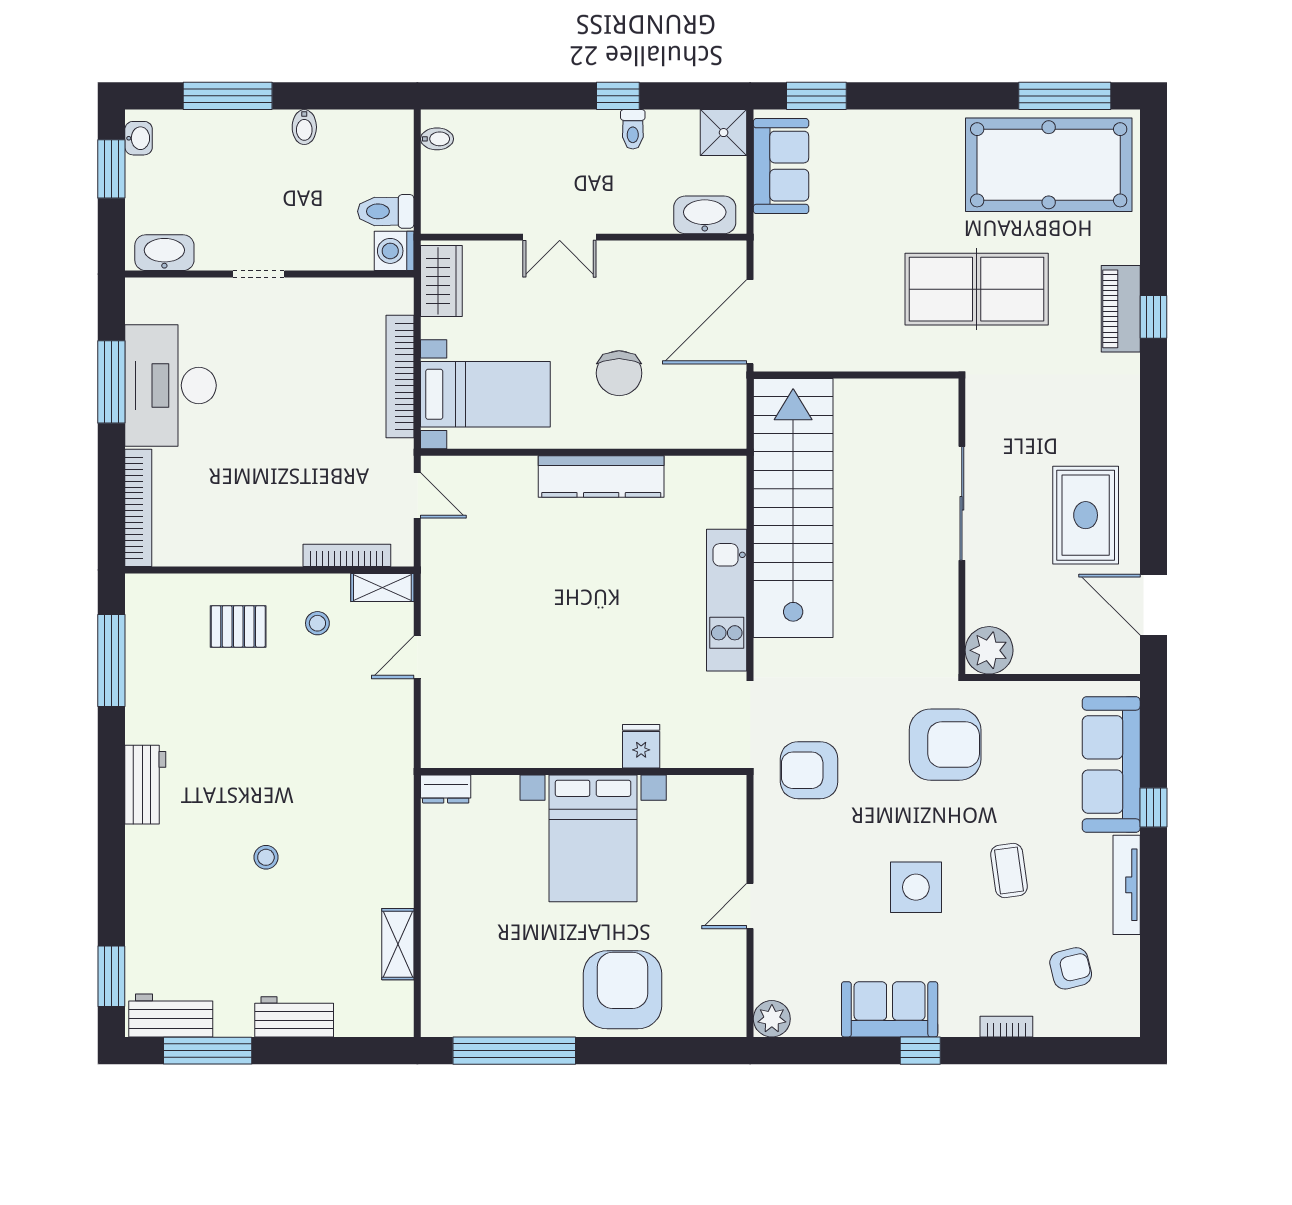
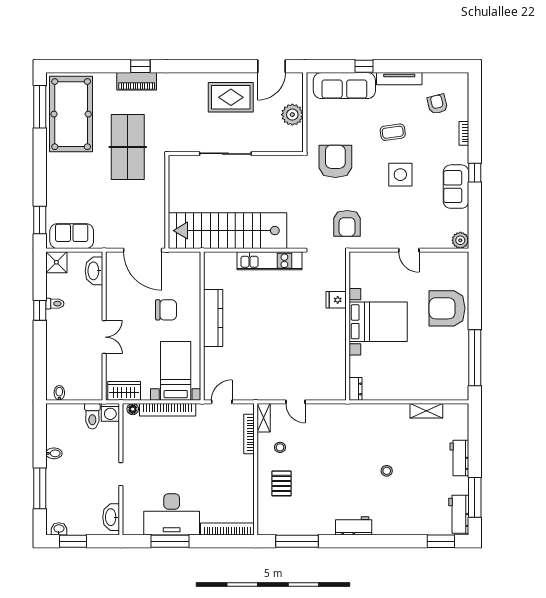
floor lamp: (401, 300) -> (133, 409), added
plant: (989, 650) -> (292, 115), moved

